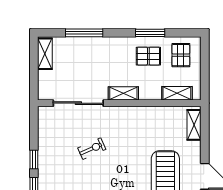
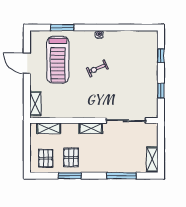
pallet: (148, 56) -> (71, 157), turned 90
exercise bike: (92, 149) -> (97, 68), moved
window: (34, 160) -> (161, 91), moved

